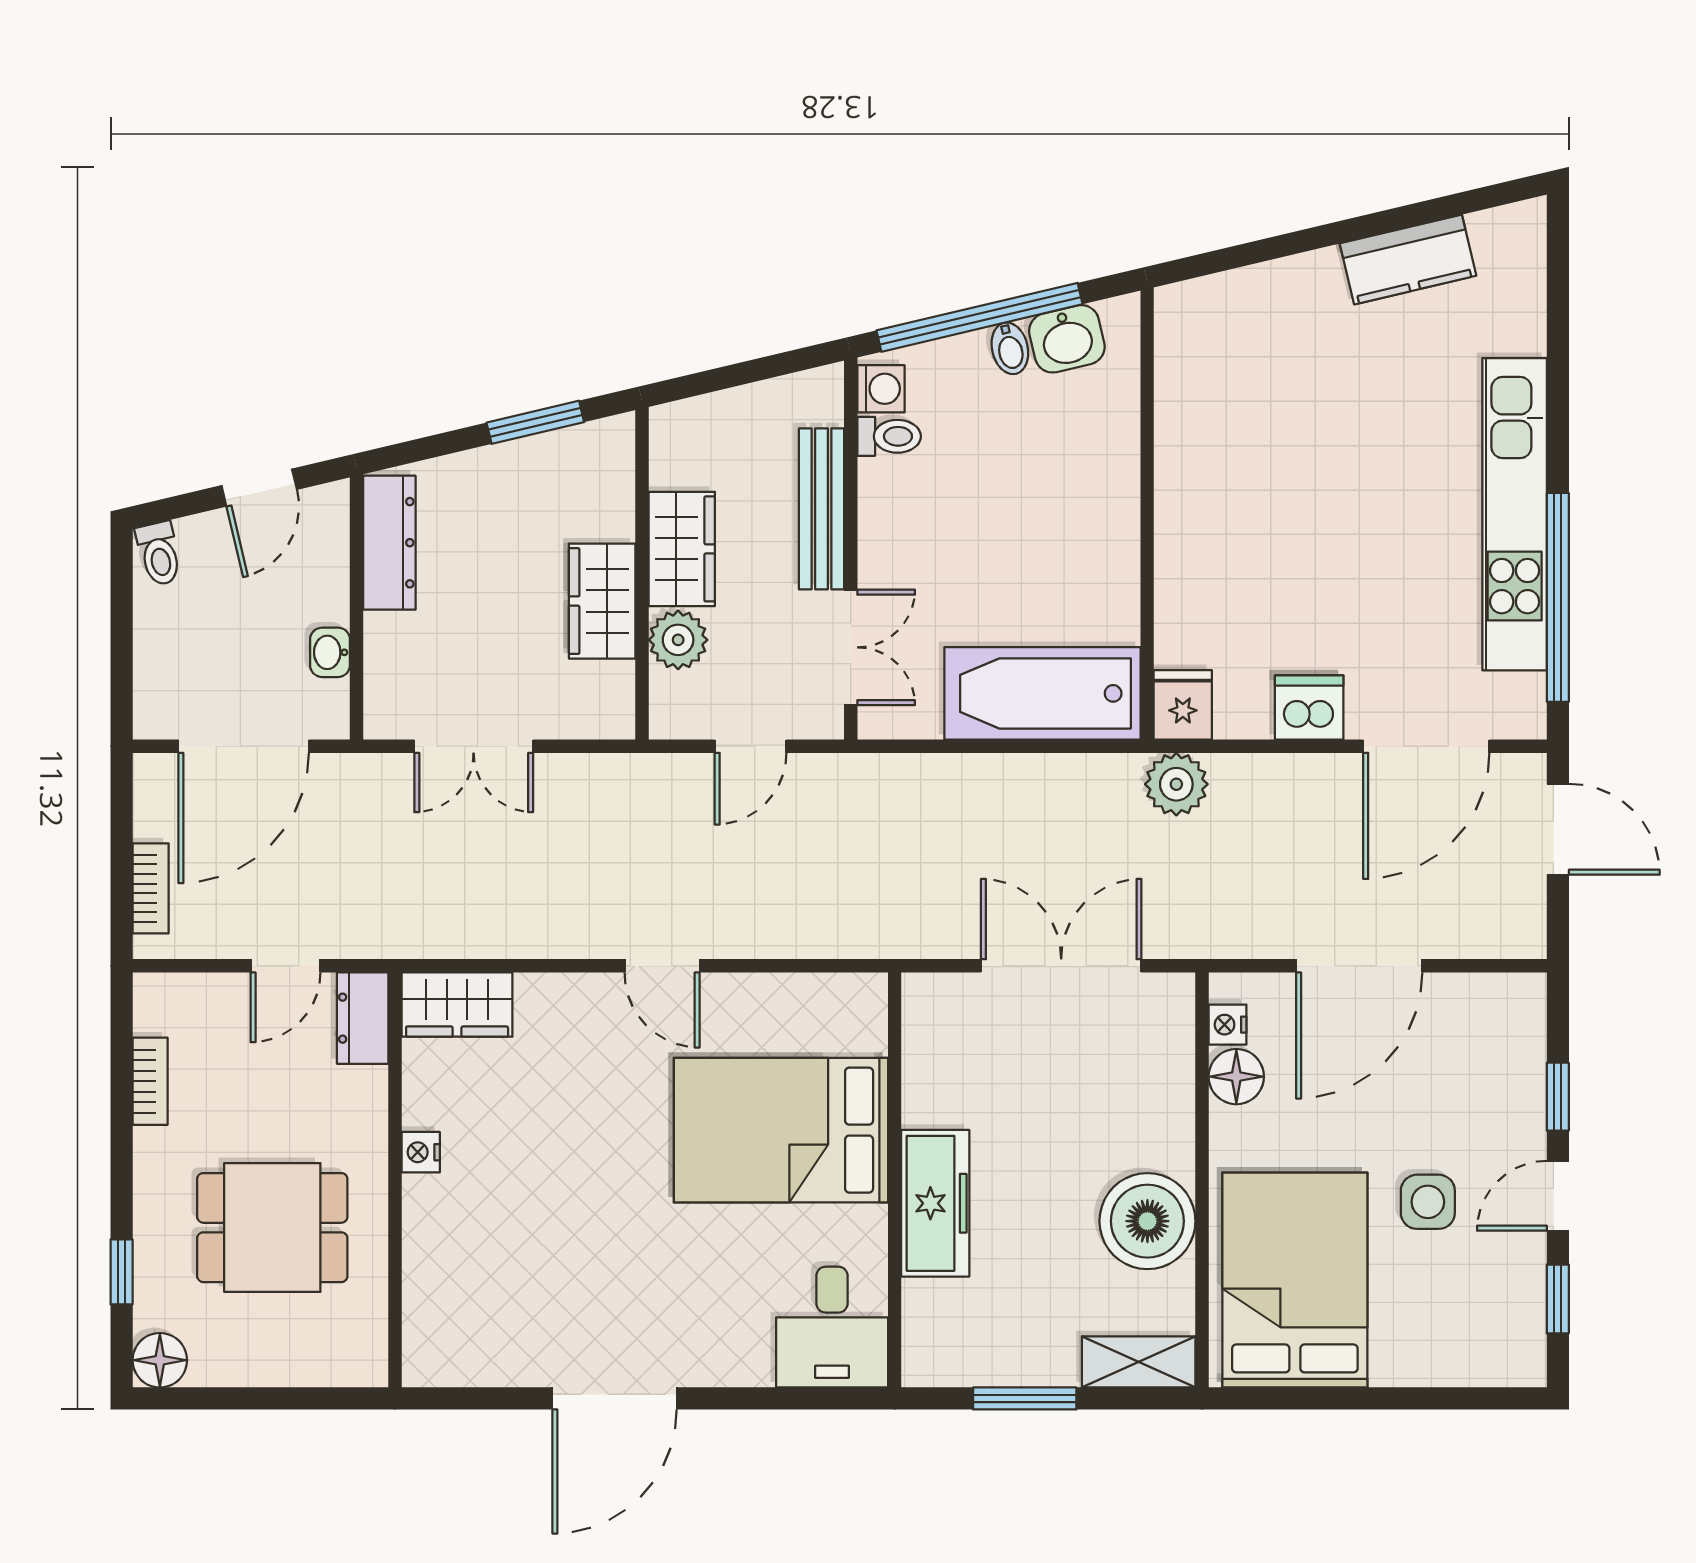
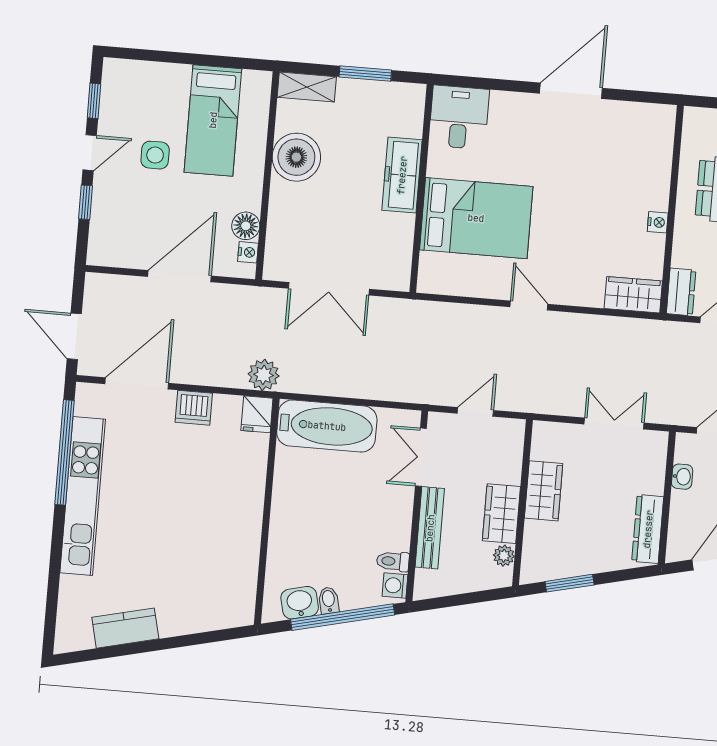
plant: (678, 640) -> (504, 556), moved, width x0.73, depth x0.73
bed: (1295, 1280) -> (213, 120), width x0.67

